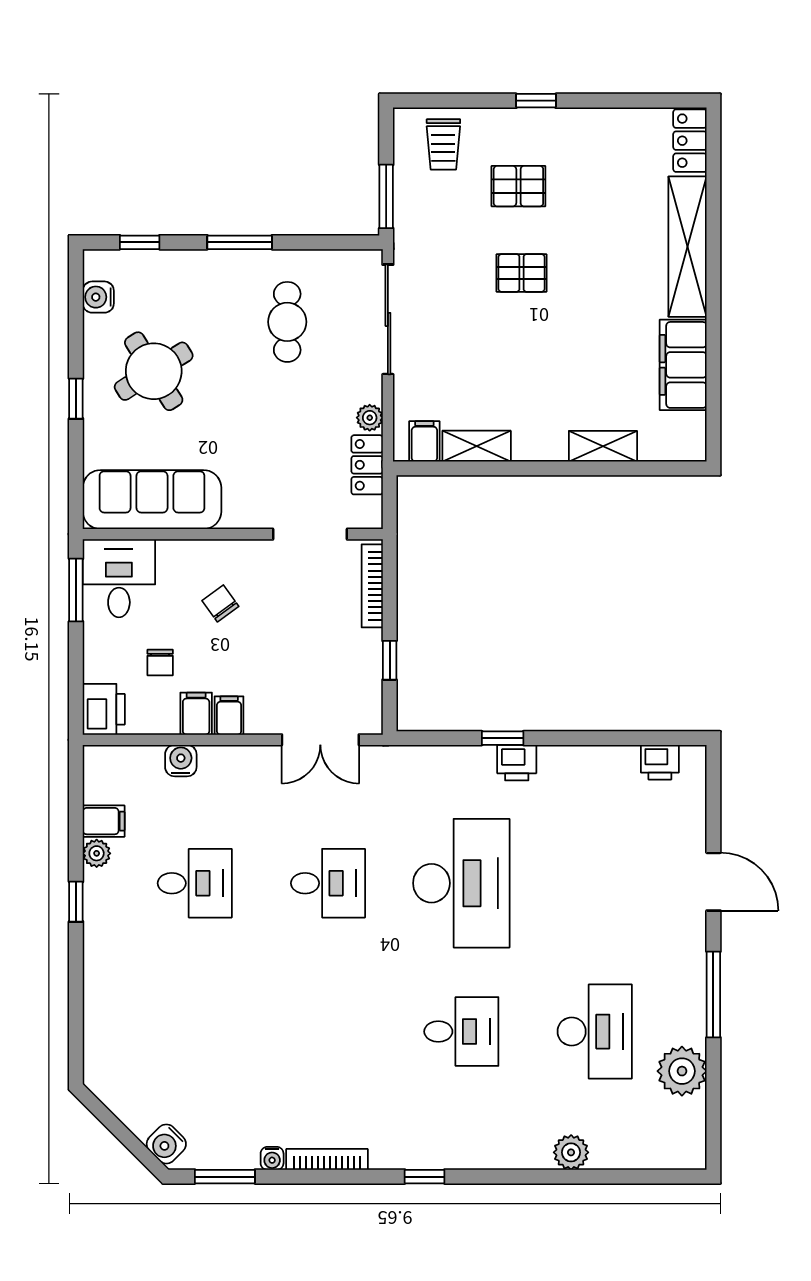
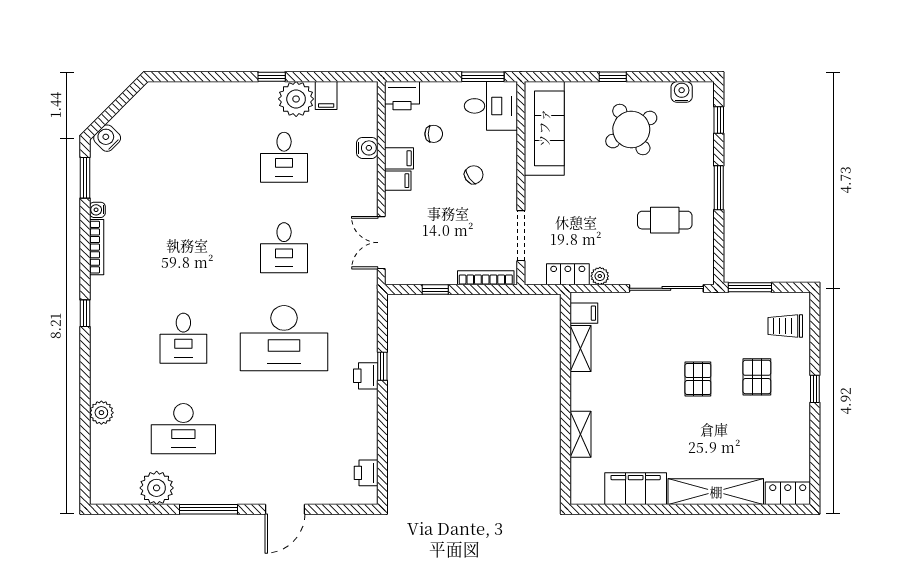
chair: (160, 663) -> (434, 134), turned 180
plant: (97, 853) -> (296, 99), width x1.87, depth x1.87

